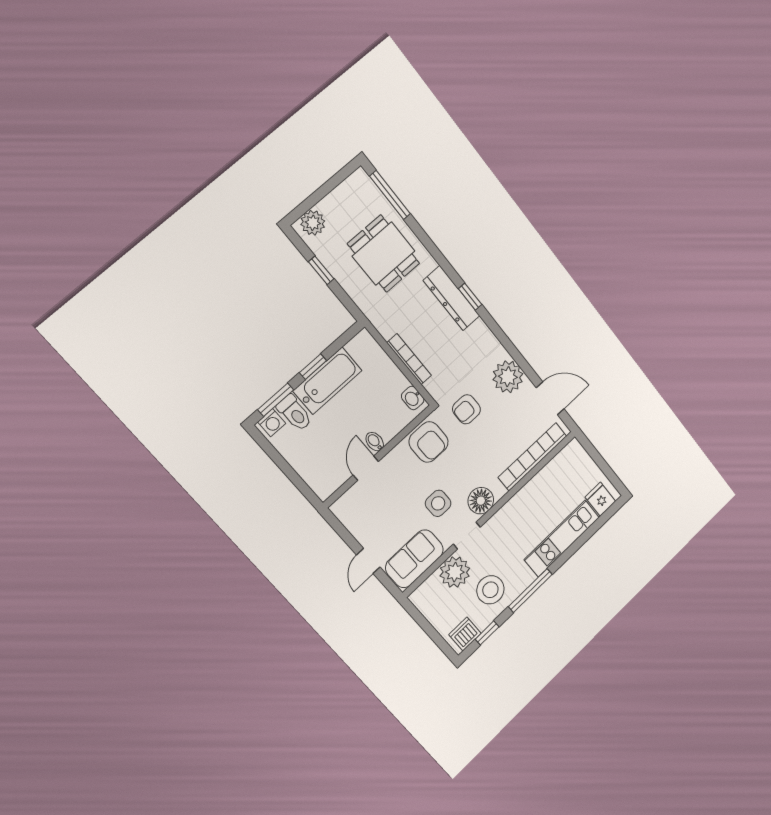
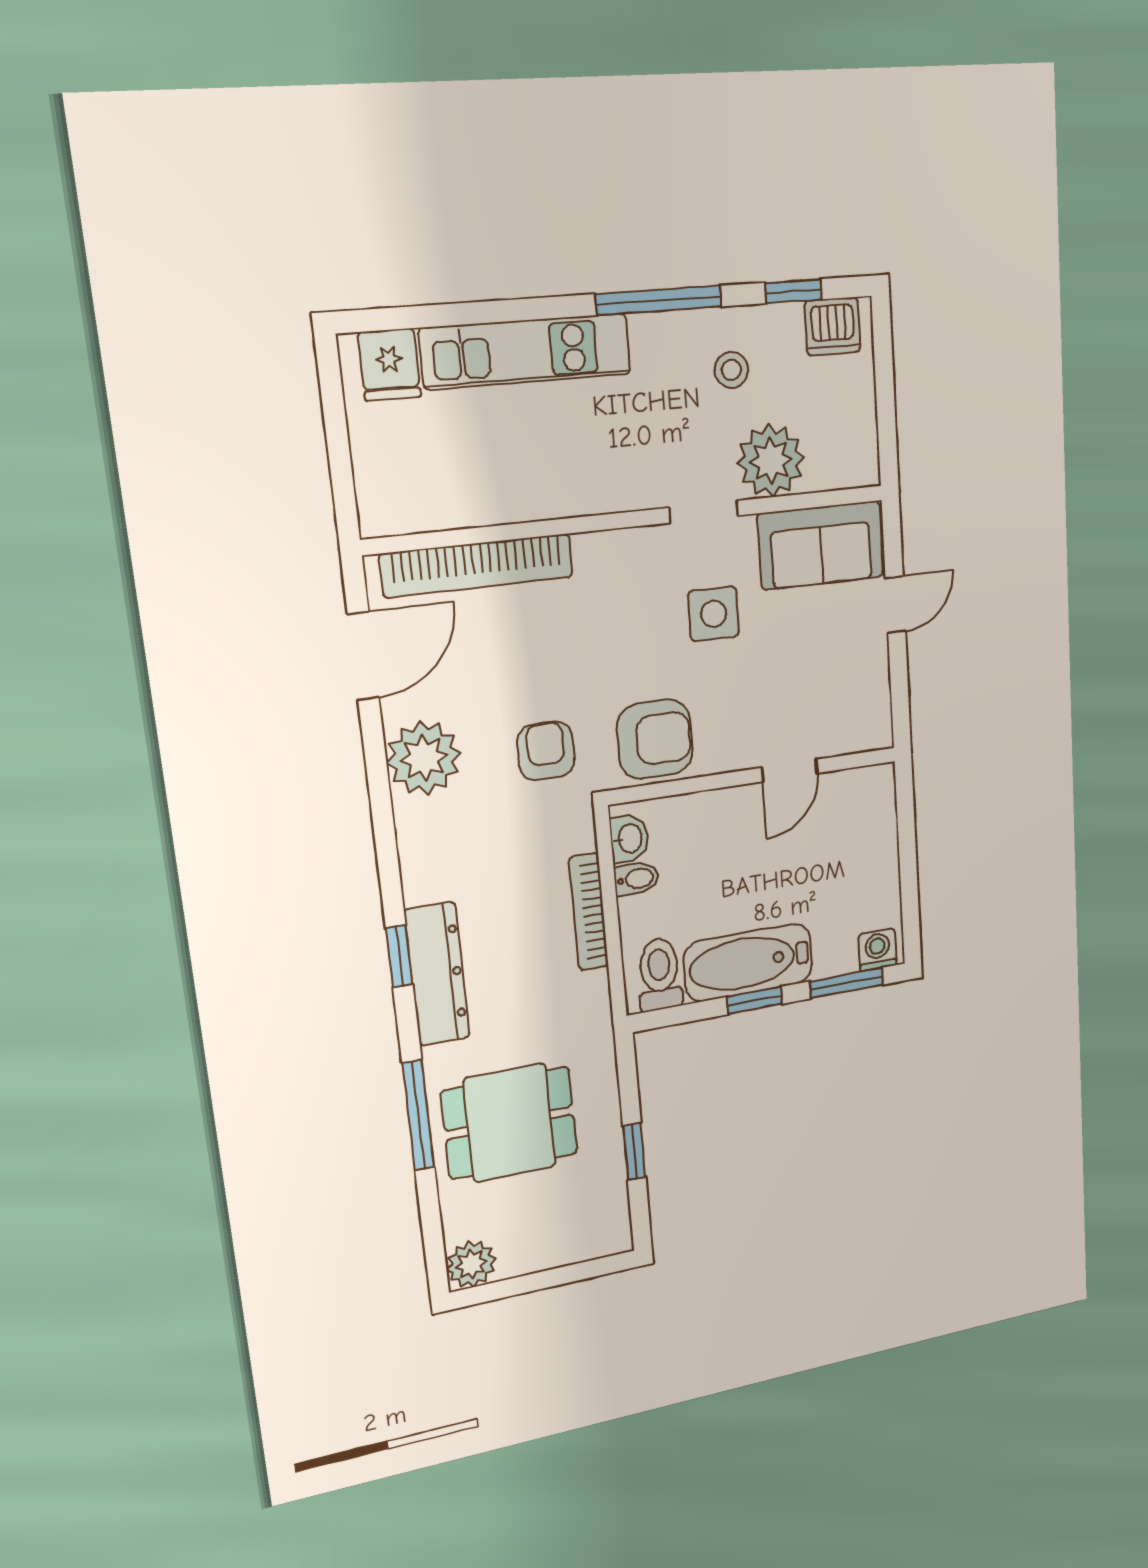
window: (390, 195) -> (418, 1115), moved
plant: (313, 223) -> (471, 1264), moved
dining table: (384, 254) -> (510, 1123), turned 90
door: (550, 398) -> (363, 656), swing flipped
armchair: (466, 409) -> (546, 751), turned -90
toilet: (295, 413) -> (660, 974), moved
bidet: (375, 442) -> (636, 879), moved, turned -90
armchair: (429, 442) -> (655, 739), turned 90
floor lamp: (481, 501) -> (634, 558), removed
stool: (490, 590) -> (731, 370), width x0.53, depth x0.53

